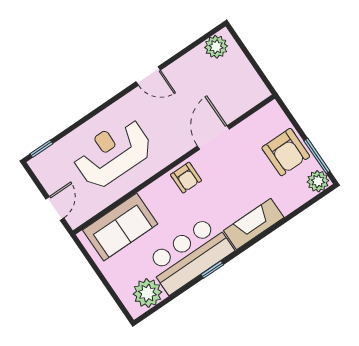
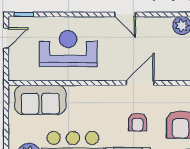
armchair: (186, 178) -> (137, 122), moved
door: (55, 208) -> (6, 38), moved

